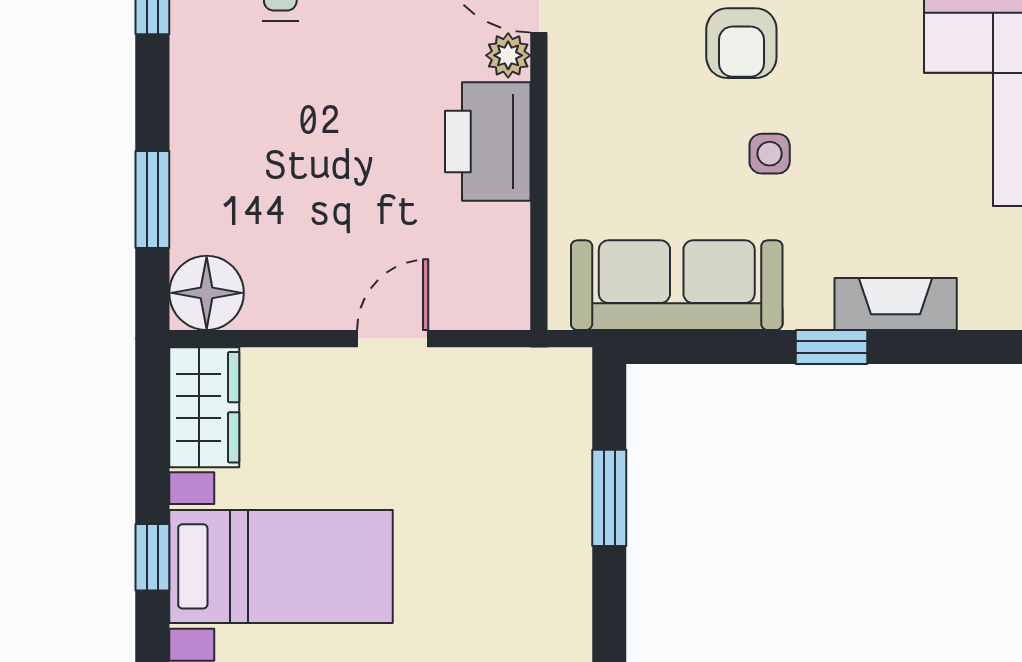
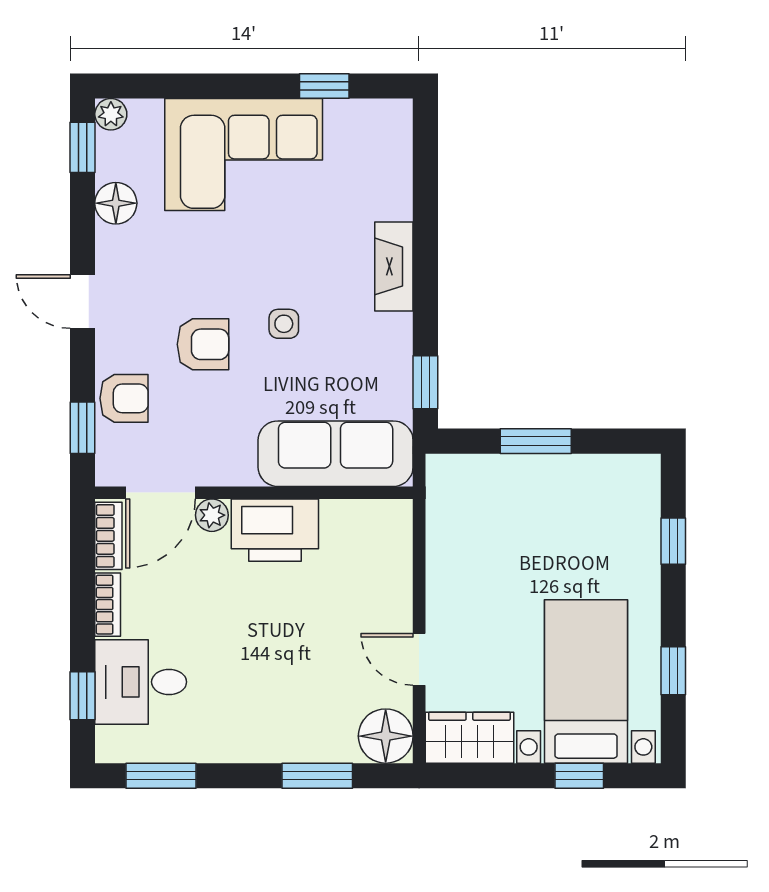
sofa: (677, 285) -> (336, 454), moved, turned 90
fireplace: (896, 304) -> (394, 266), moved
door: (393, 339) -> (419, 659), moved
window: (831, 347) -> (425, 382), moved

